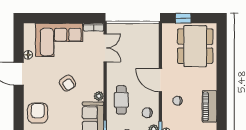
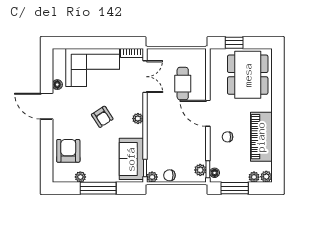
plant: (99, 96) -> (138, 119), moved
cafe table: (121, 100) -> (183, 84), moved
piano: (209, 106) -> (261, 137), width x1.37, depth x1.33
chair: (147, 113) -> (193, 151), removed

